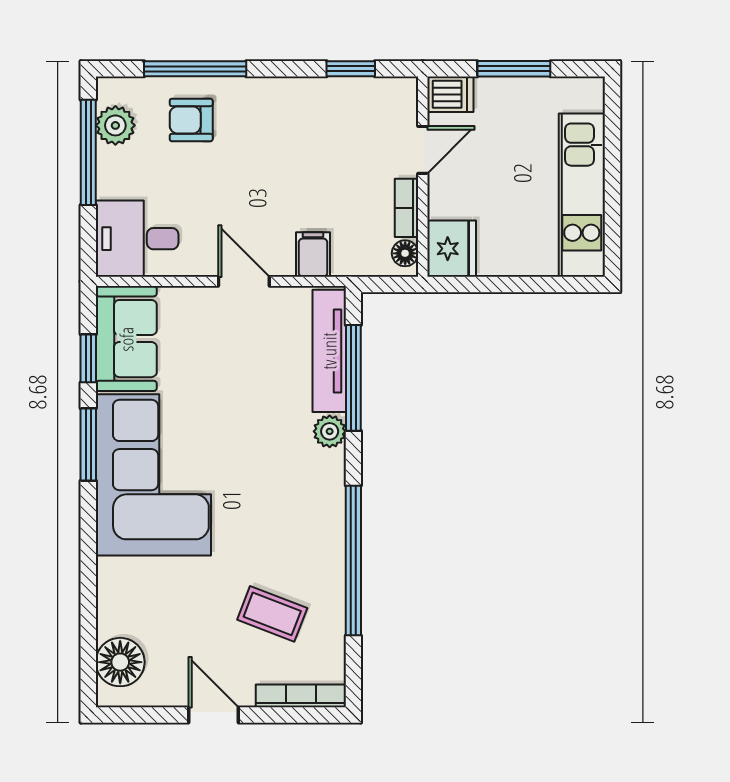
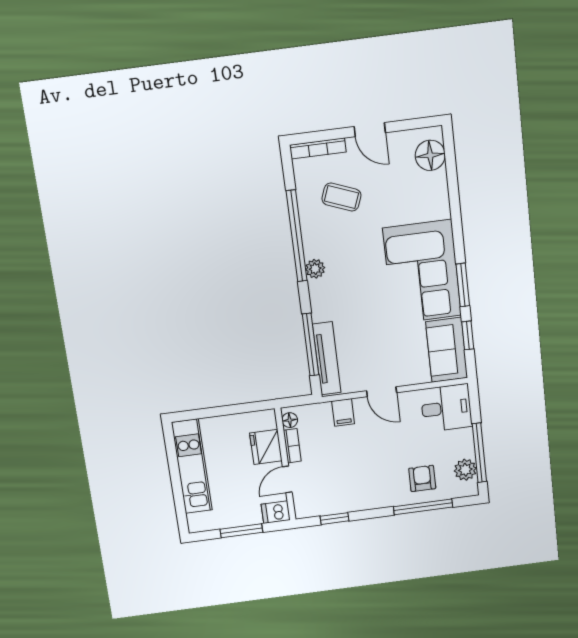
armchair: (191, 120) -> (422, 478), turned -90
fridge: (452, 249) -> (266, 447), moved
plant: (330, 431) -> (315, 269), moved

